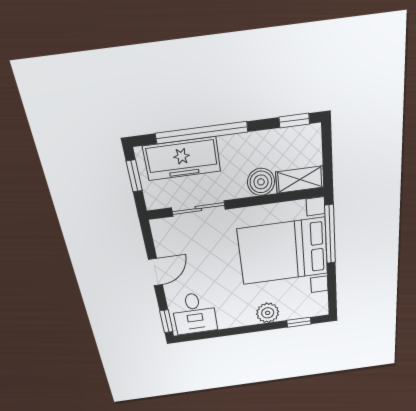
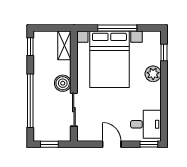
freezer: (182, 159) -> (43, 114), removed
boiler: (261, 182) -> (63, 83), moved
window: (330, 234) -> (117, 28), moved

